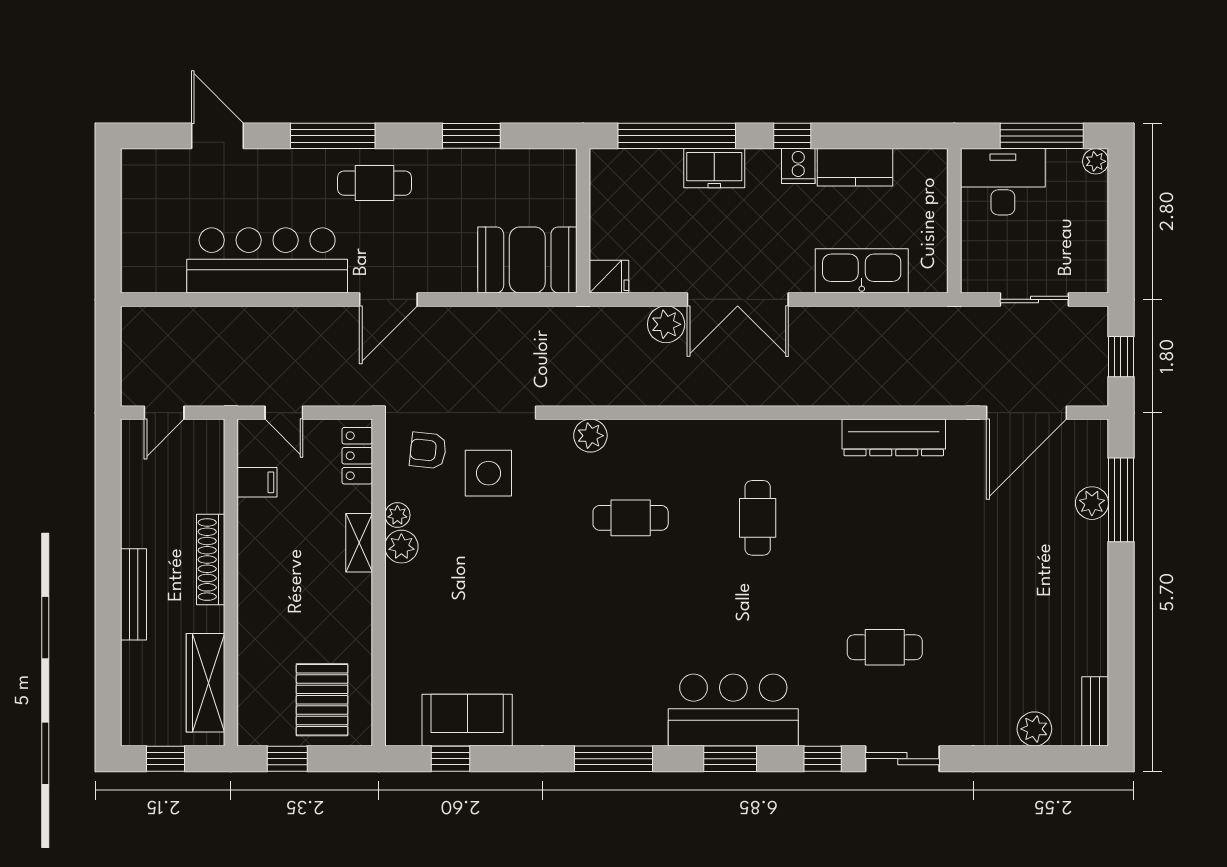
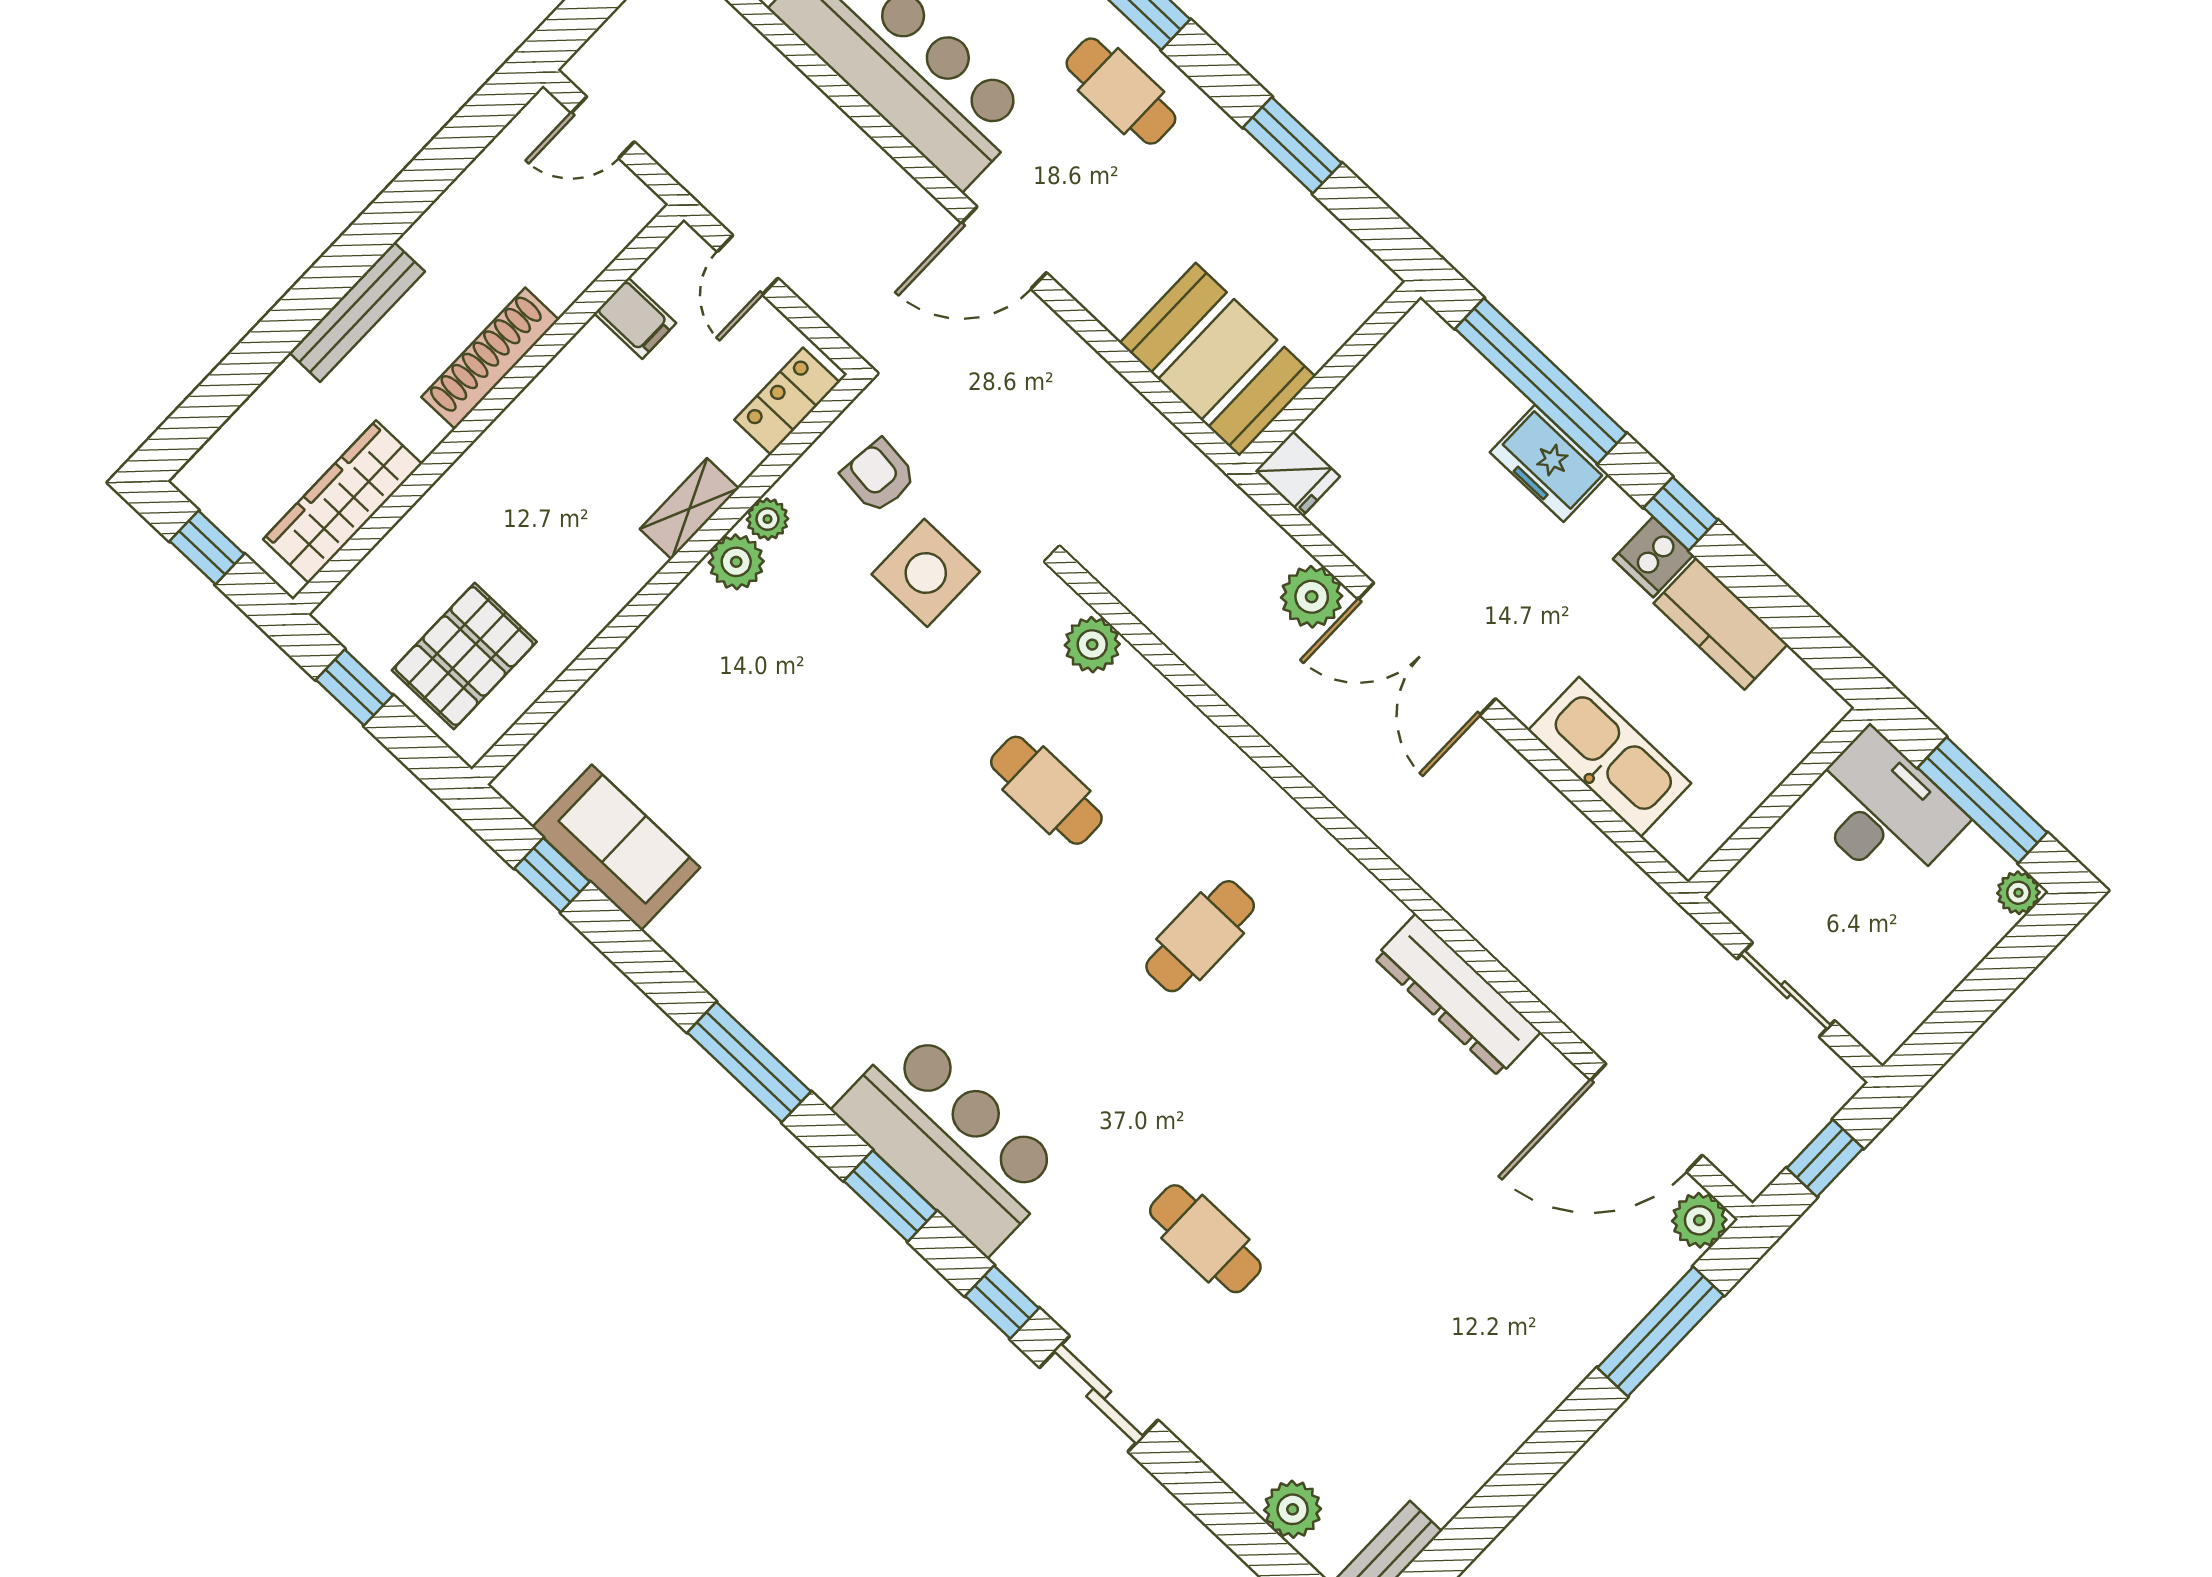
plant: (1092, 503) -> (1699, 1220), moved

